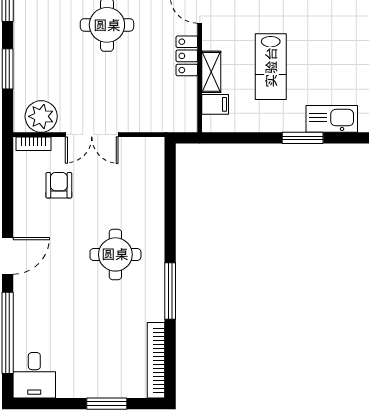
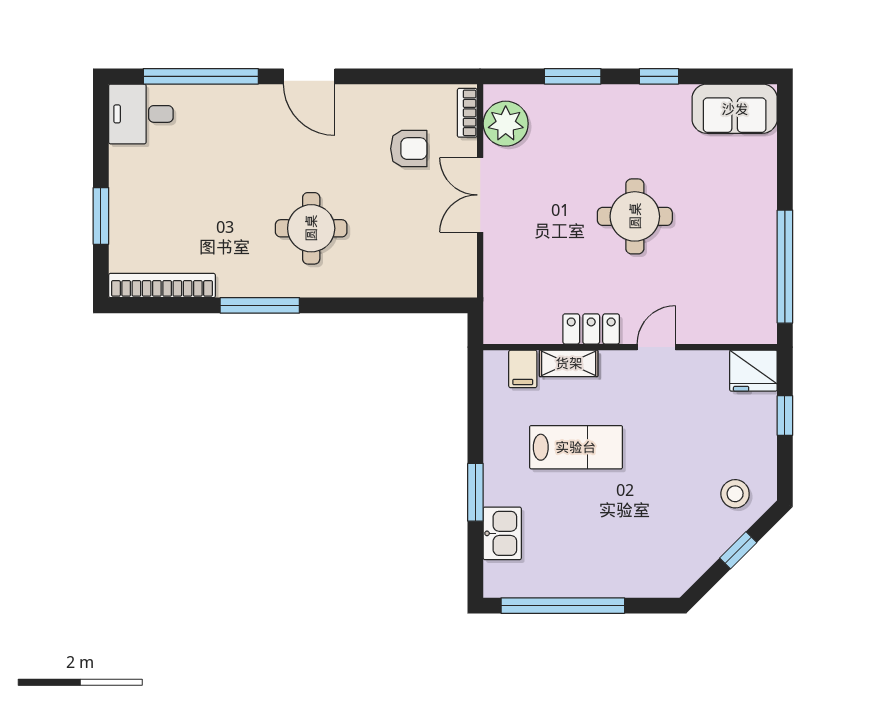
lab bench: (271, 67) -> (576, 447), turned 180
kitchen sink: (332, 119) -> (502, 533), width x0.73

